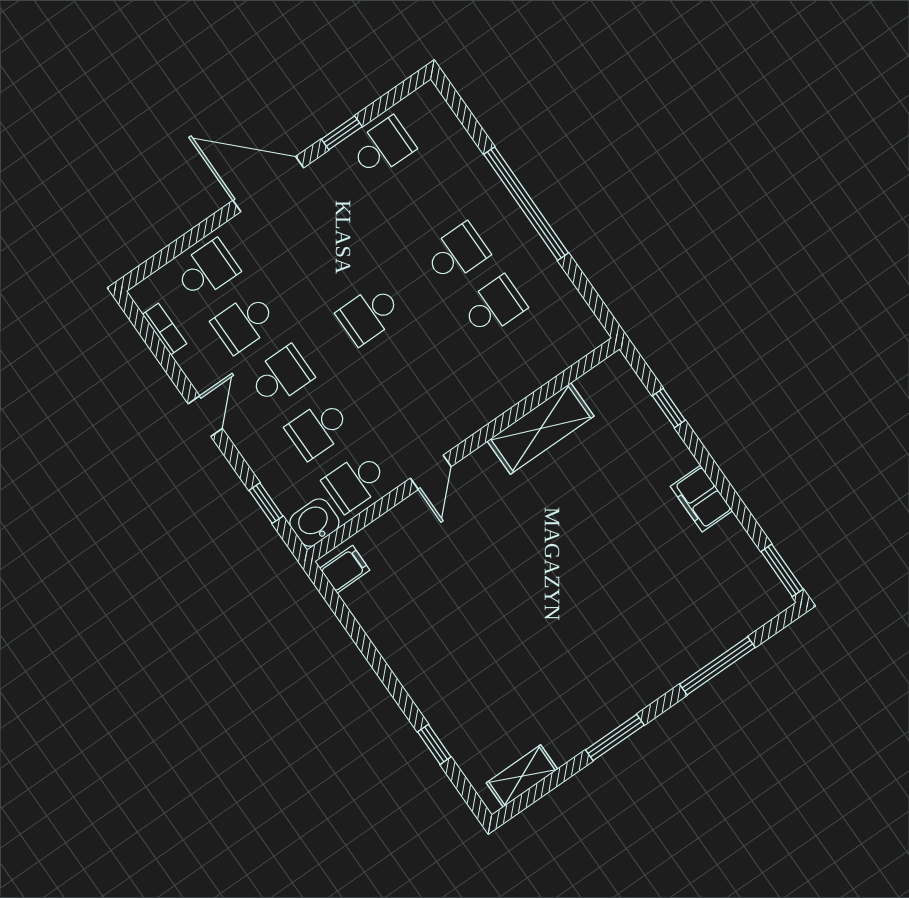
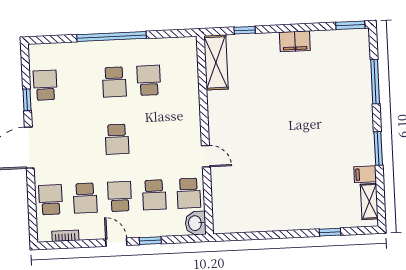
school desk: (457, 253) -> (114, 82), turned 180
shelving: (541, 428) -> (216, 62), moved
window: (266, 503) -> (150, 241), moved
filing cabinet: (345, 569) -> (365, 174), moved, turned -90

